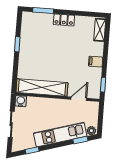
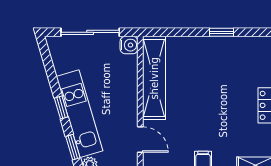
sliding door: (11, 124) -> (90, 32), width x1.37
window: (32, 150) -> (61, 107), moved

